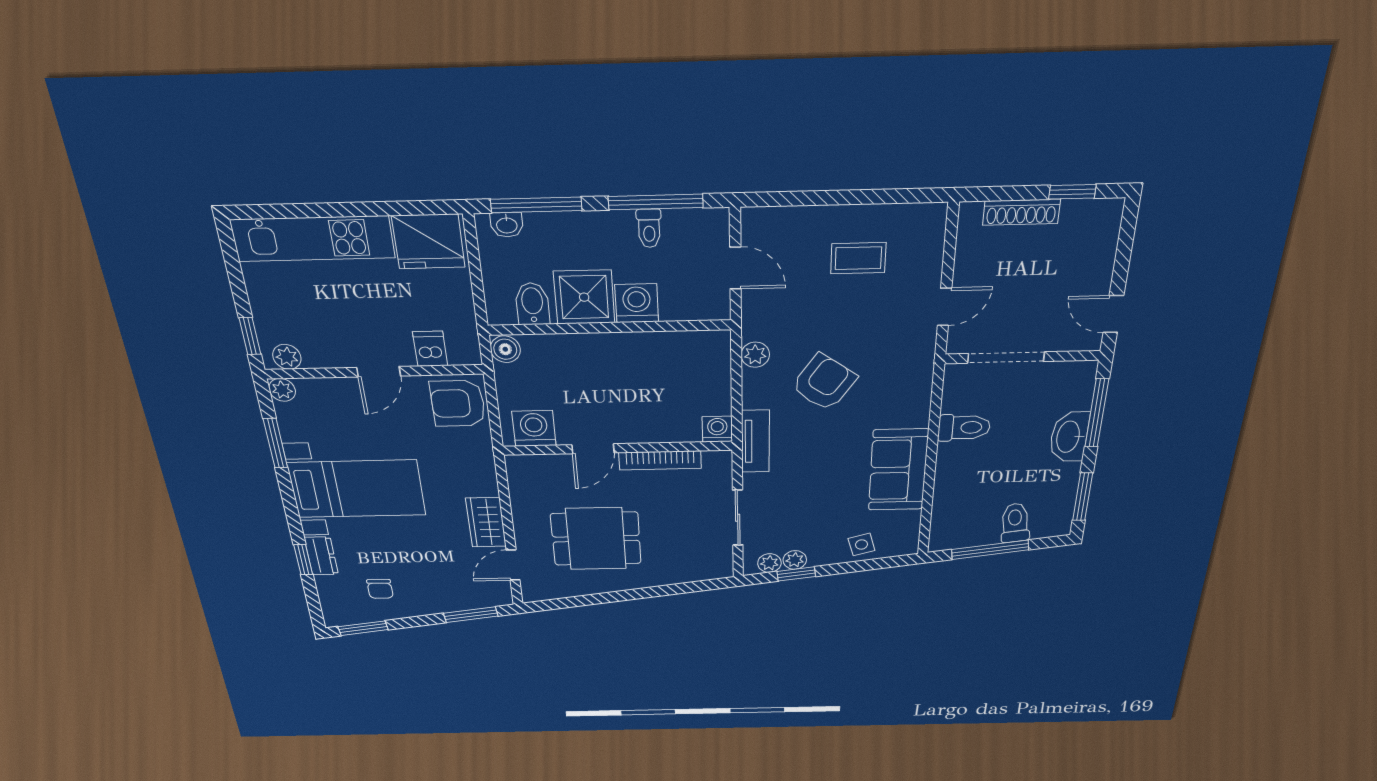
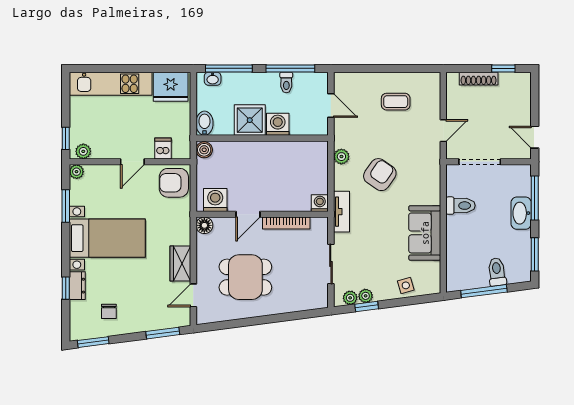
bidet: (532, 304) -> (204, 123), moved
floor lamp: (520, 467) -> (204, 225), added

